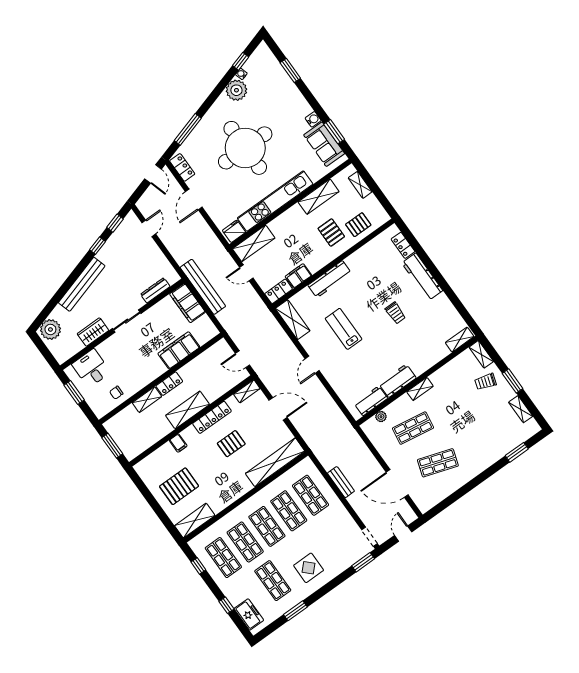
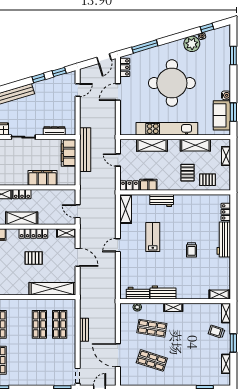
fridge: (234, 231) -> (128, 129), removed
shelving: (254, 243) -> (152, 145), moved
workbench: (330, 279) -> (162, 200), width x0.73
shop shelf: (267, 526) -> (19, 324), removed
display table: (309, 568) -> (27, 368), removed

